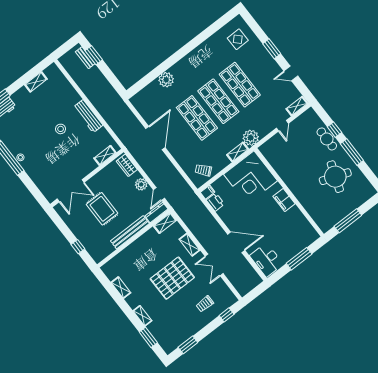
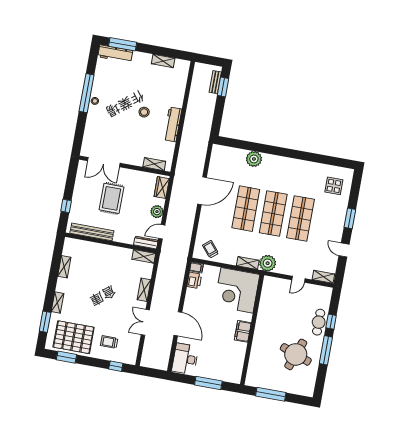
bench: (130, 232) -> (92, 232), moved
pallet: (172, 278) -> (74, 337), moved

